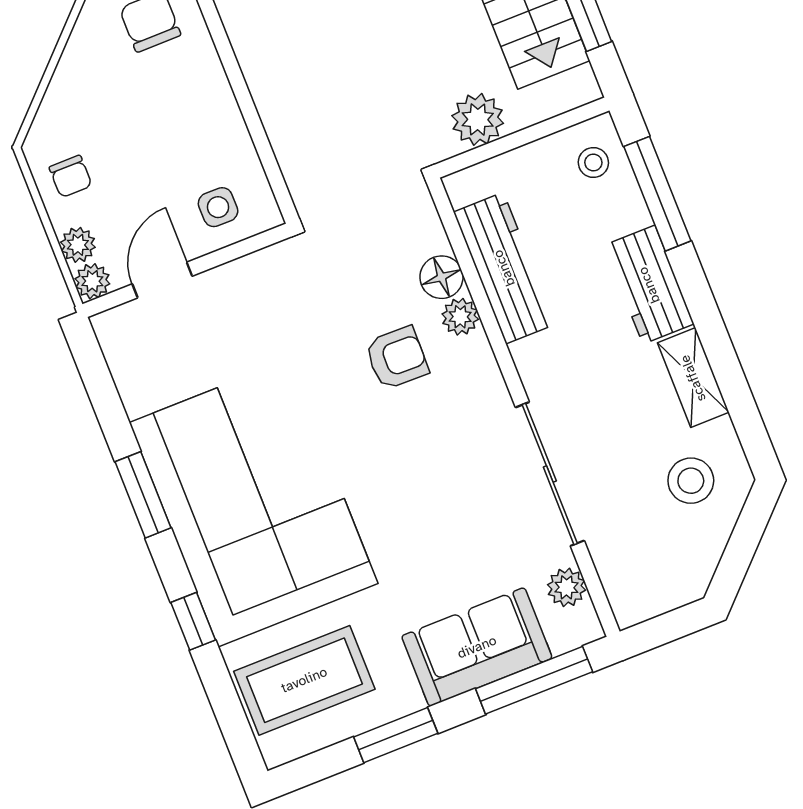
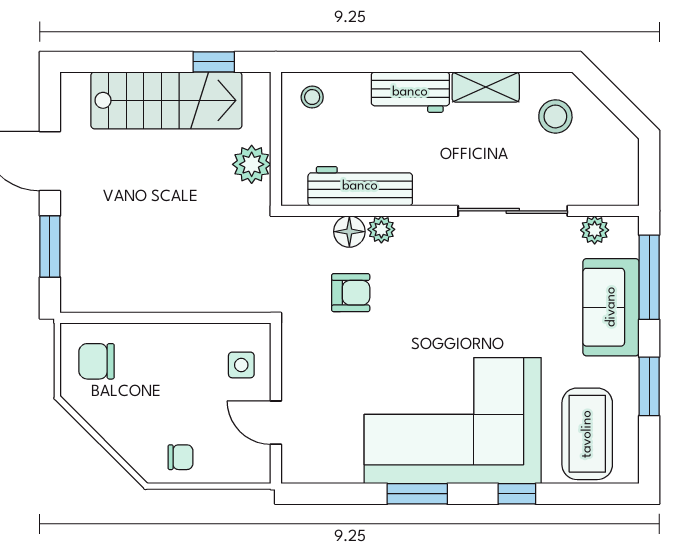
window: (657, 194) -> (351, 62), removed
plant: (78, 245) -> (229, 471), removed
plant: (92, 281) -> (258, 471), removed
armchair: (397, 358) -> (351, 293), moved, turned 89

